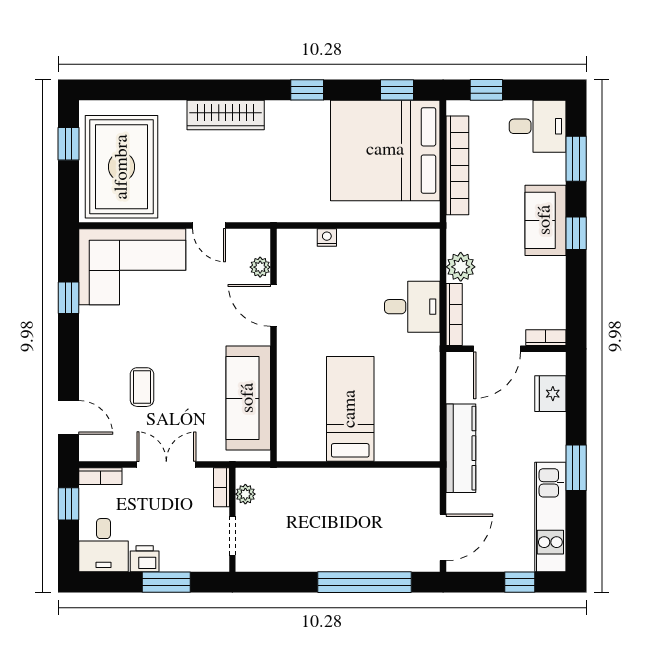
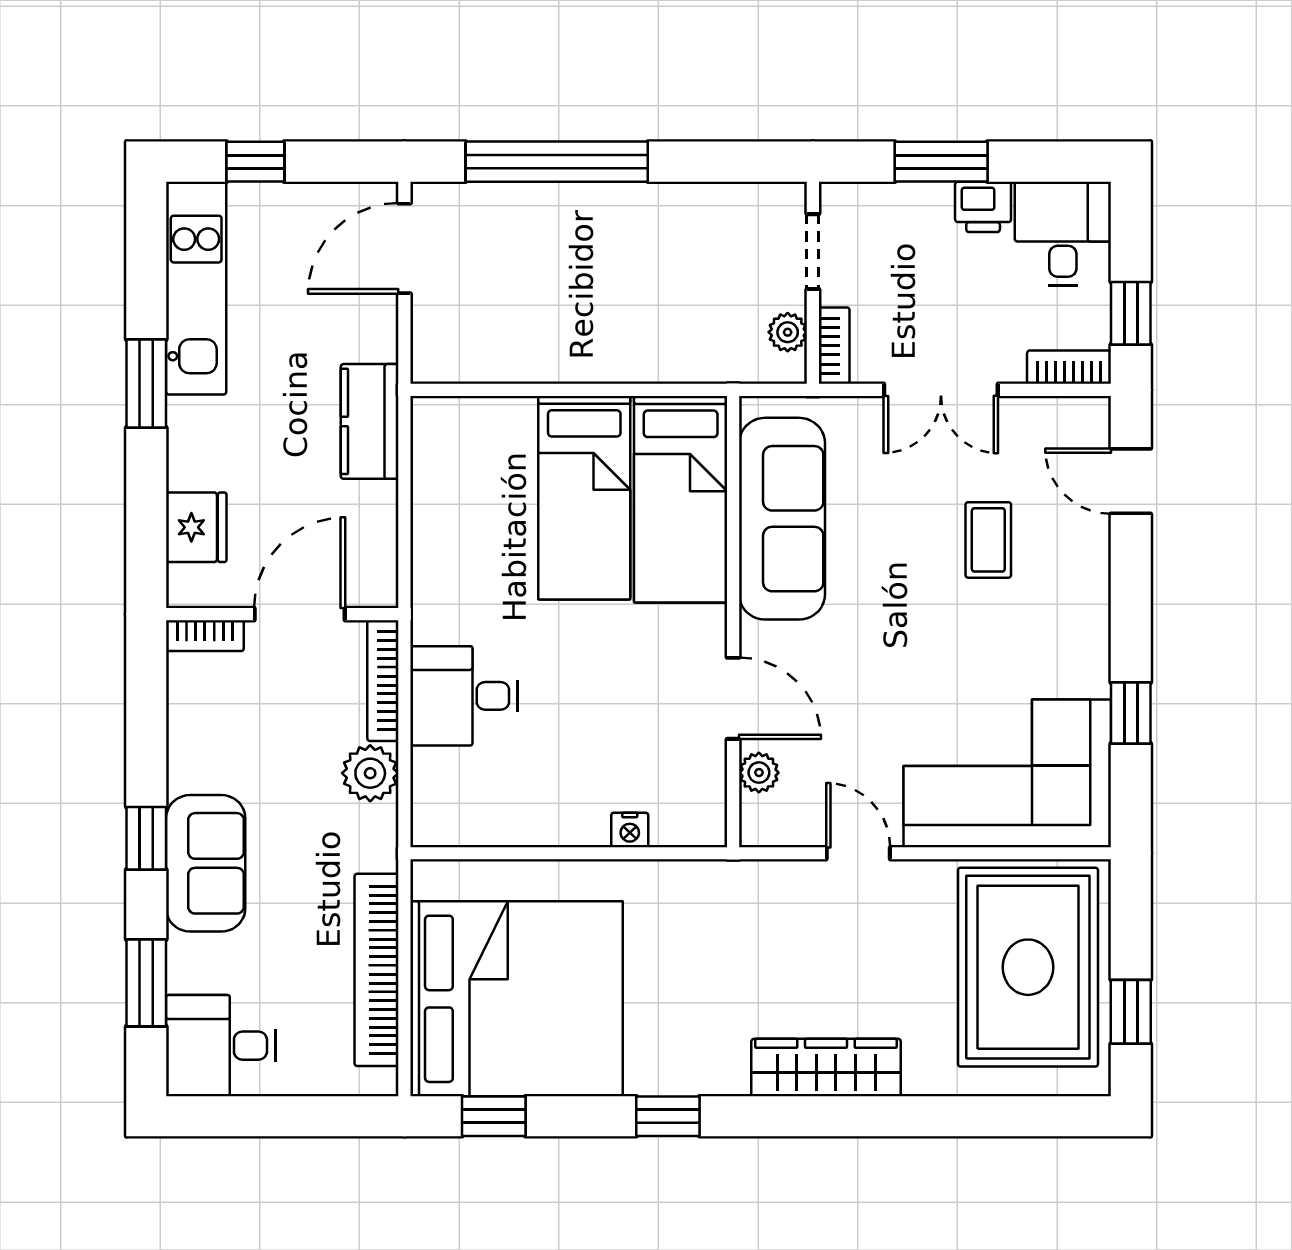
window: (486, 90) -> (320, 1116), removed
bed: (301, 408) -> (681, 499), added
kitchen counter: (461, 448) -> (370, 421), width x0.67

